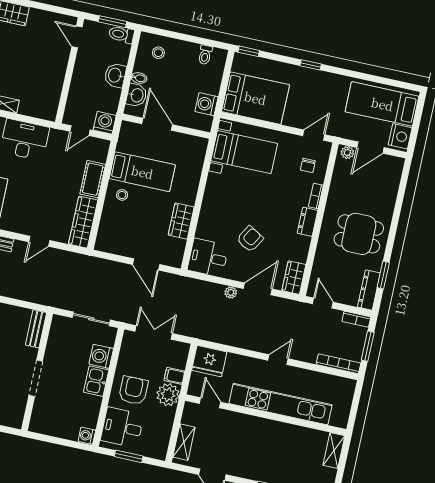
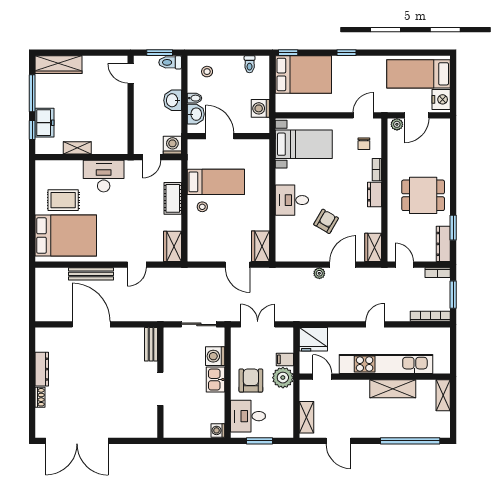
bed: (255, 98) -> (303, 74), moved
wardrobe: (181, 221) -> (261, 246), moved
wardrobe: (83, 222) -> (173, 246), width x0.67
desk: (208, 258) -> (292, 200), moved
shelving: (282, 432) -> (393, 389), added

